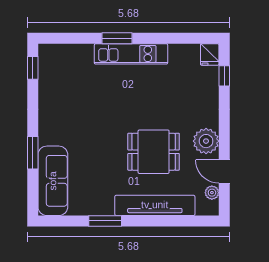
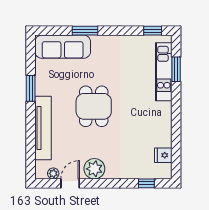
window: (117, 38) -> (176, 69), moved
kitchen unit: (131, 54) -> (164, 72), moved
fridge: (210, 55) -> (163, 155), moved
dining table: (154, 152) -> (94, 106), moved

